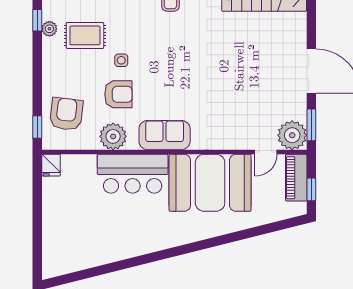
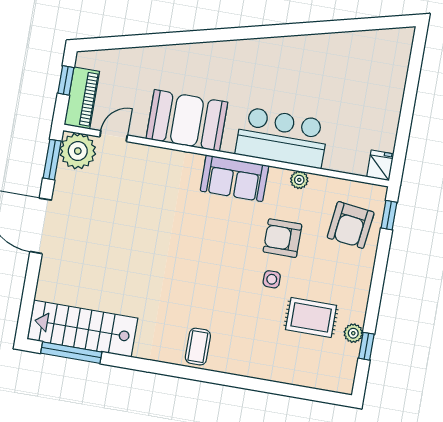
plant: (113, 136) -> (299, 180), width x0.53, depth x0.53
booth: (210, 183) -> (187, 121), width x0.73, depth x0.70

